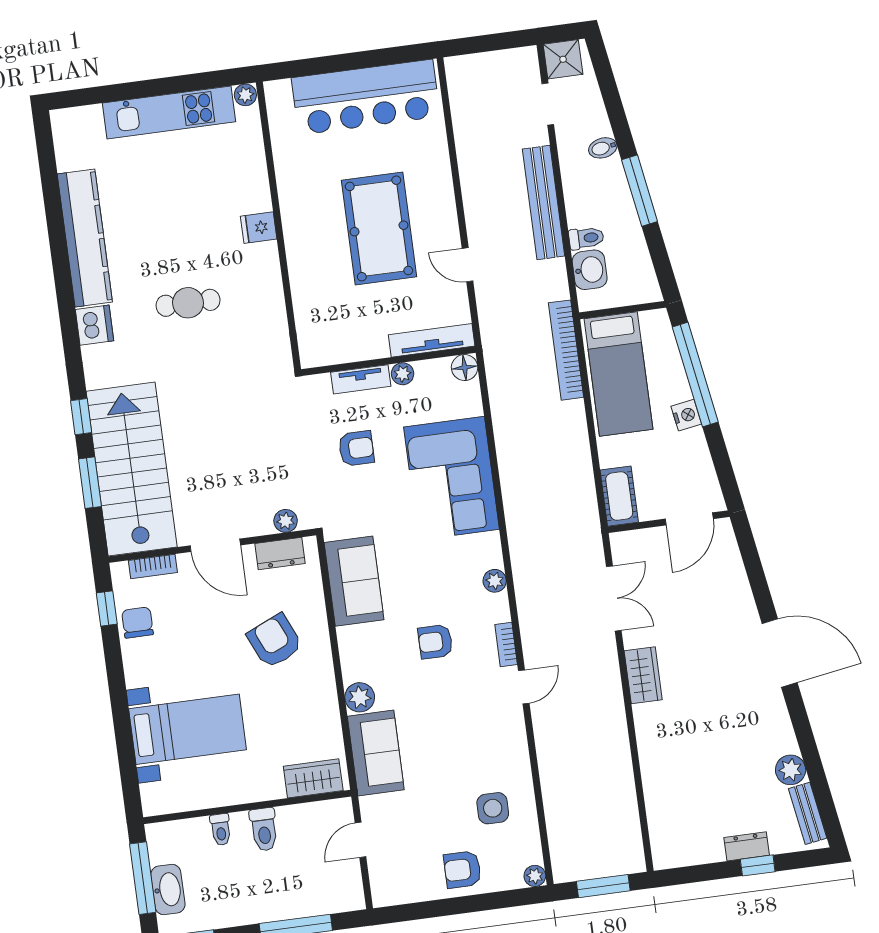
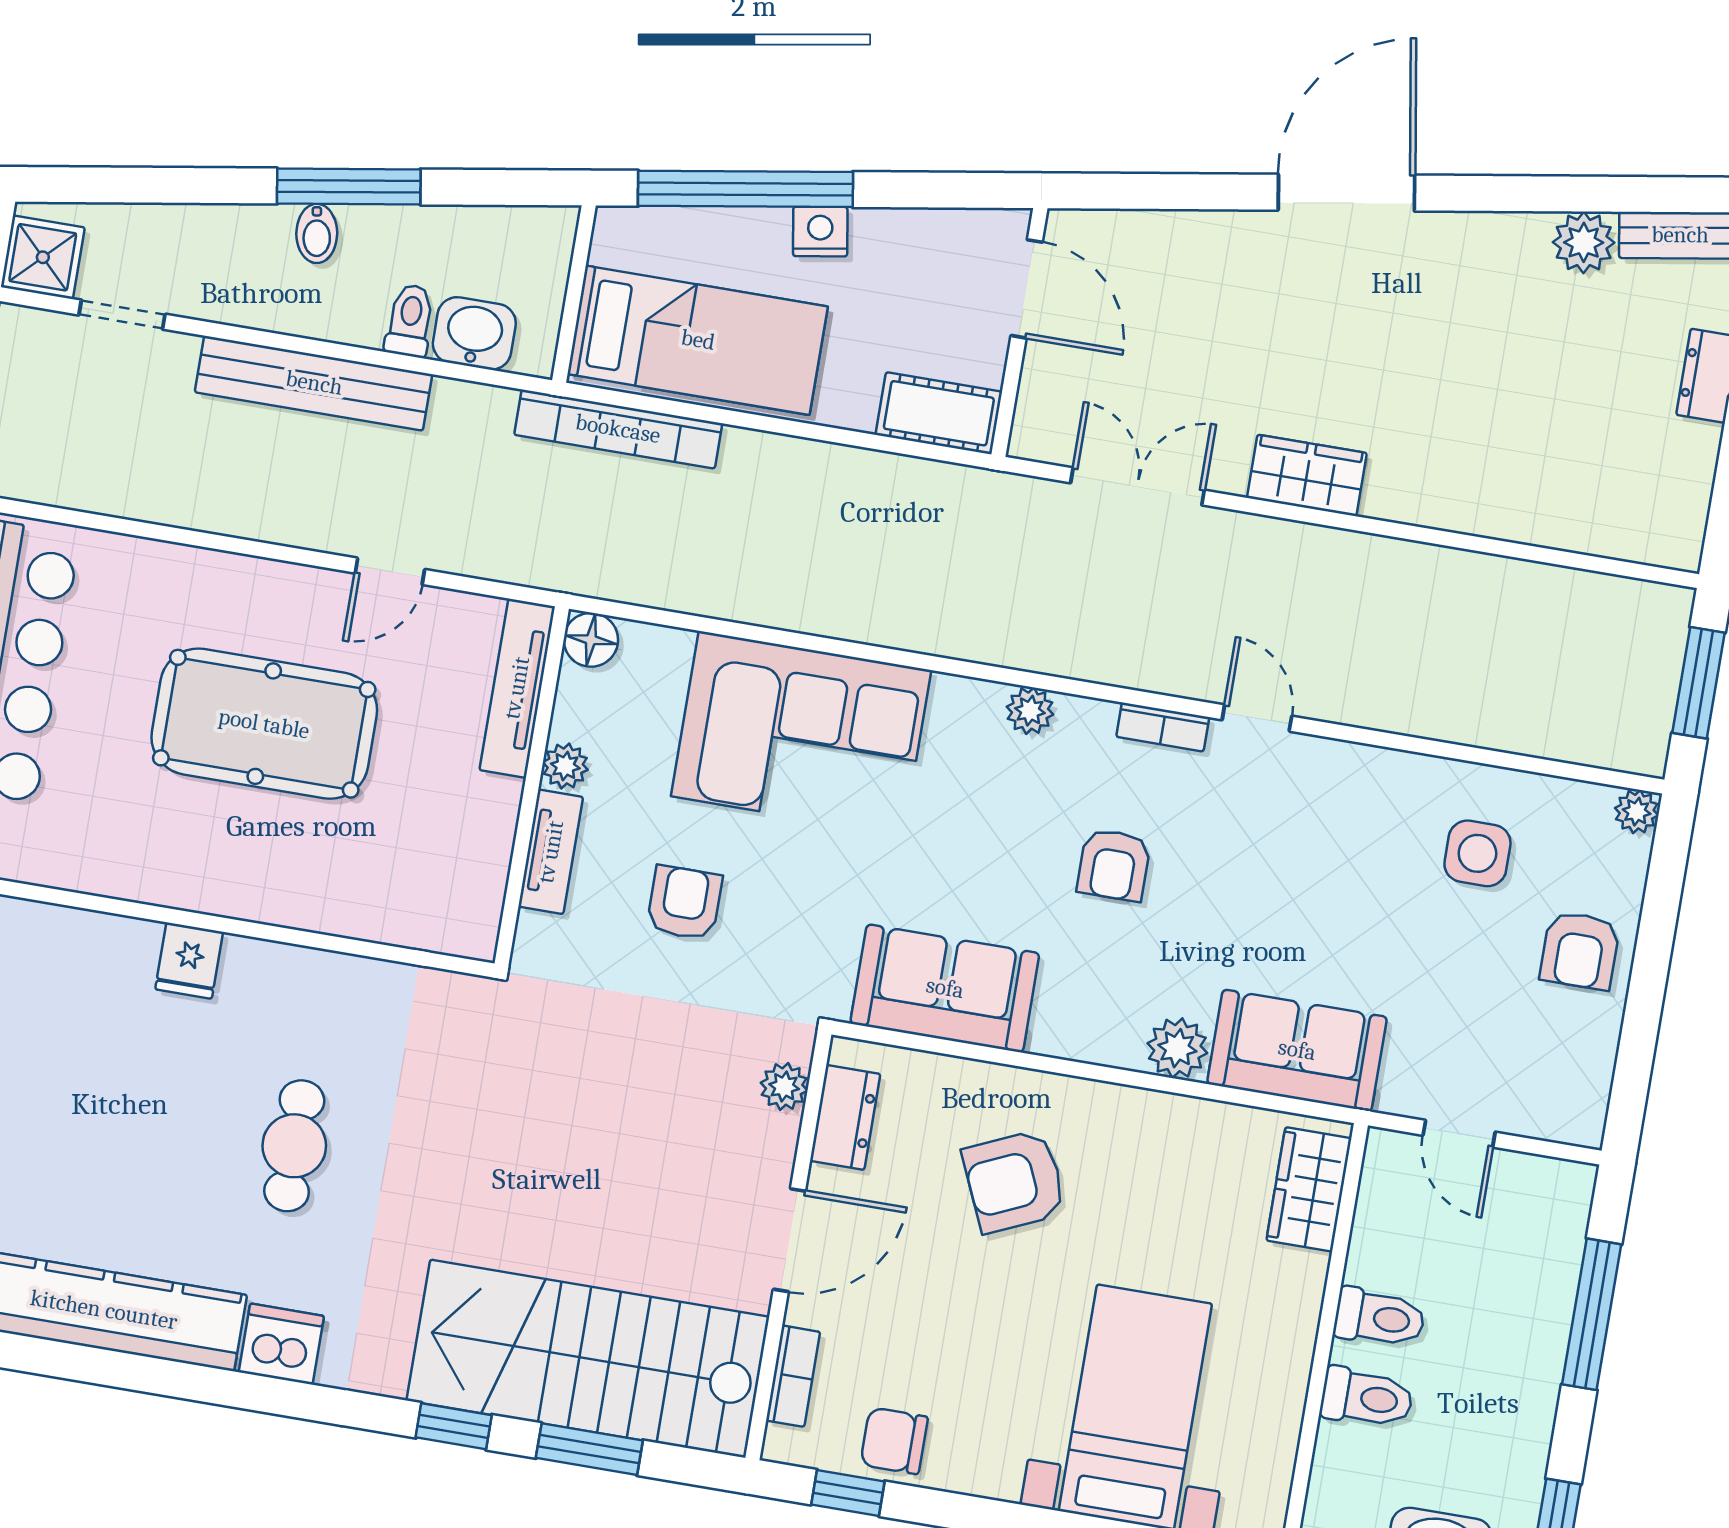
bidet: (603, 148) -> (317, 233), moved
toilet: (221, 830) -> (1367, 1398), width x1.37, depth x1.39

